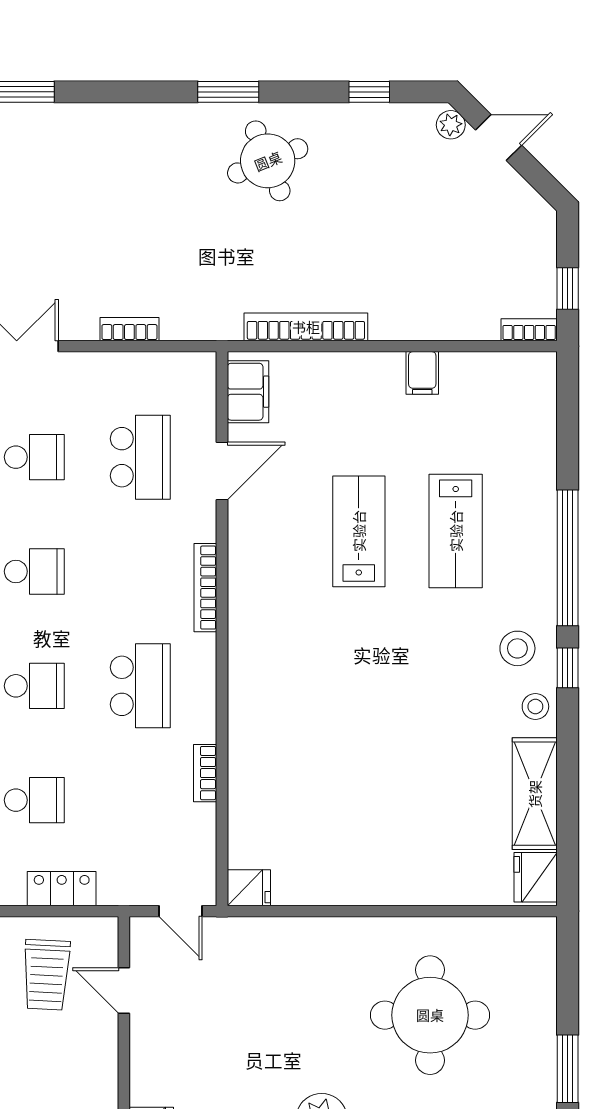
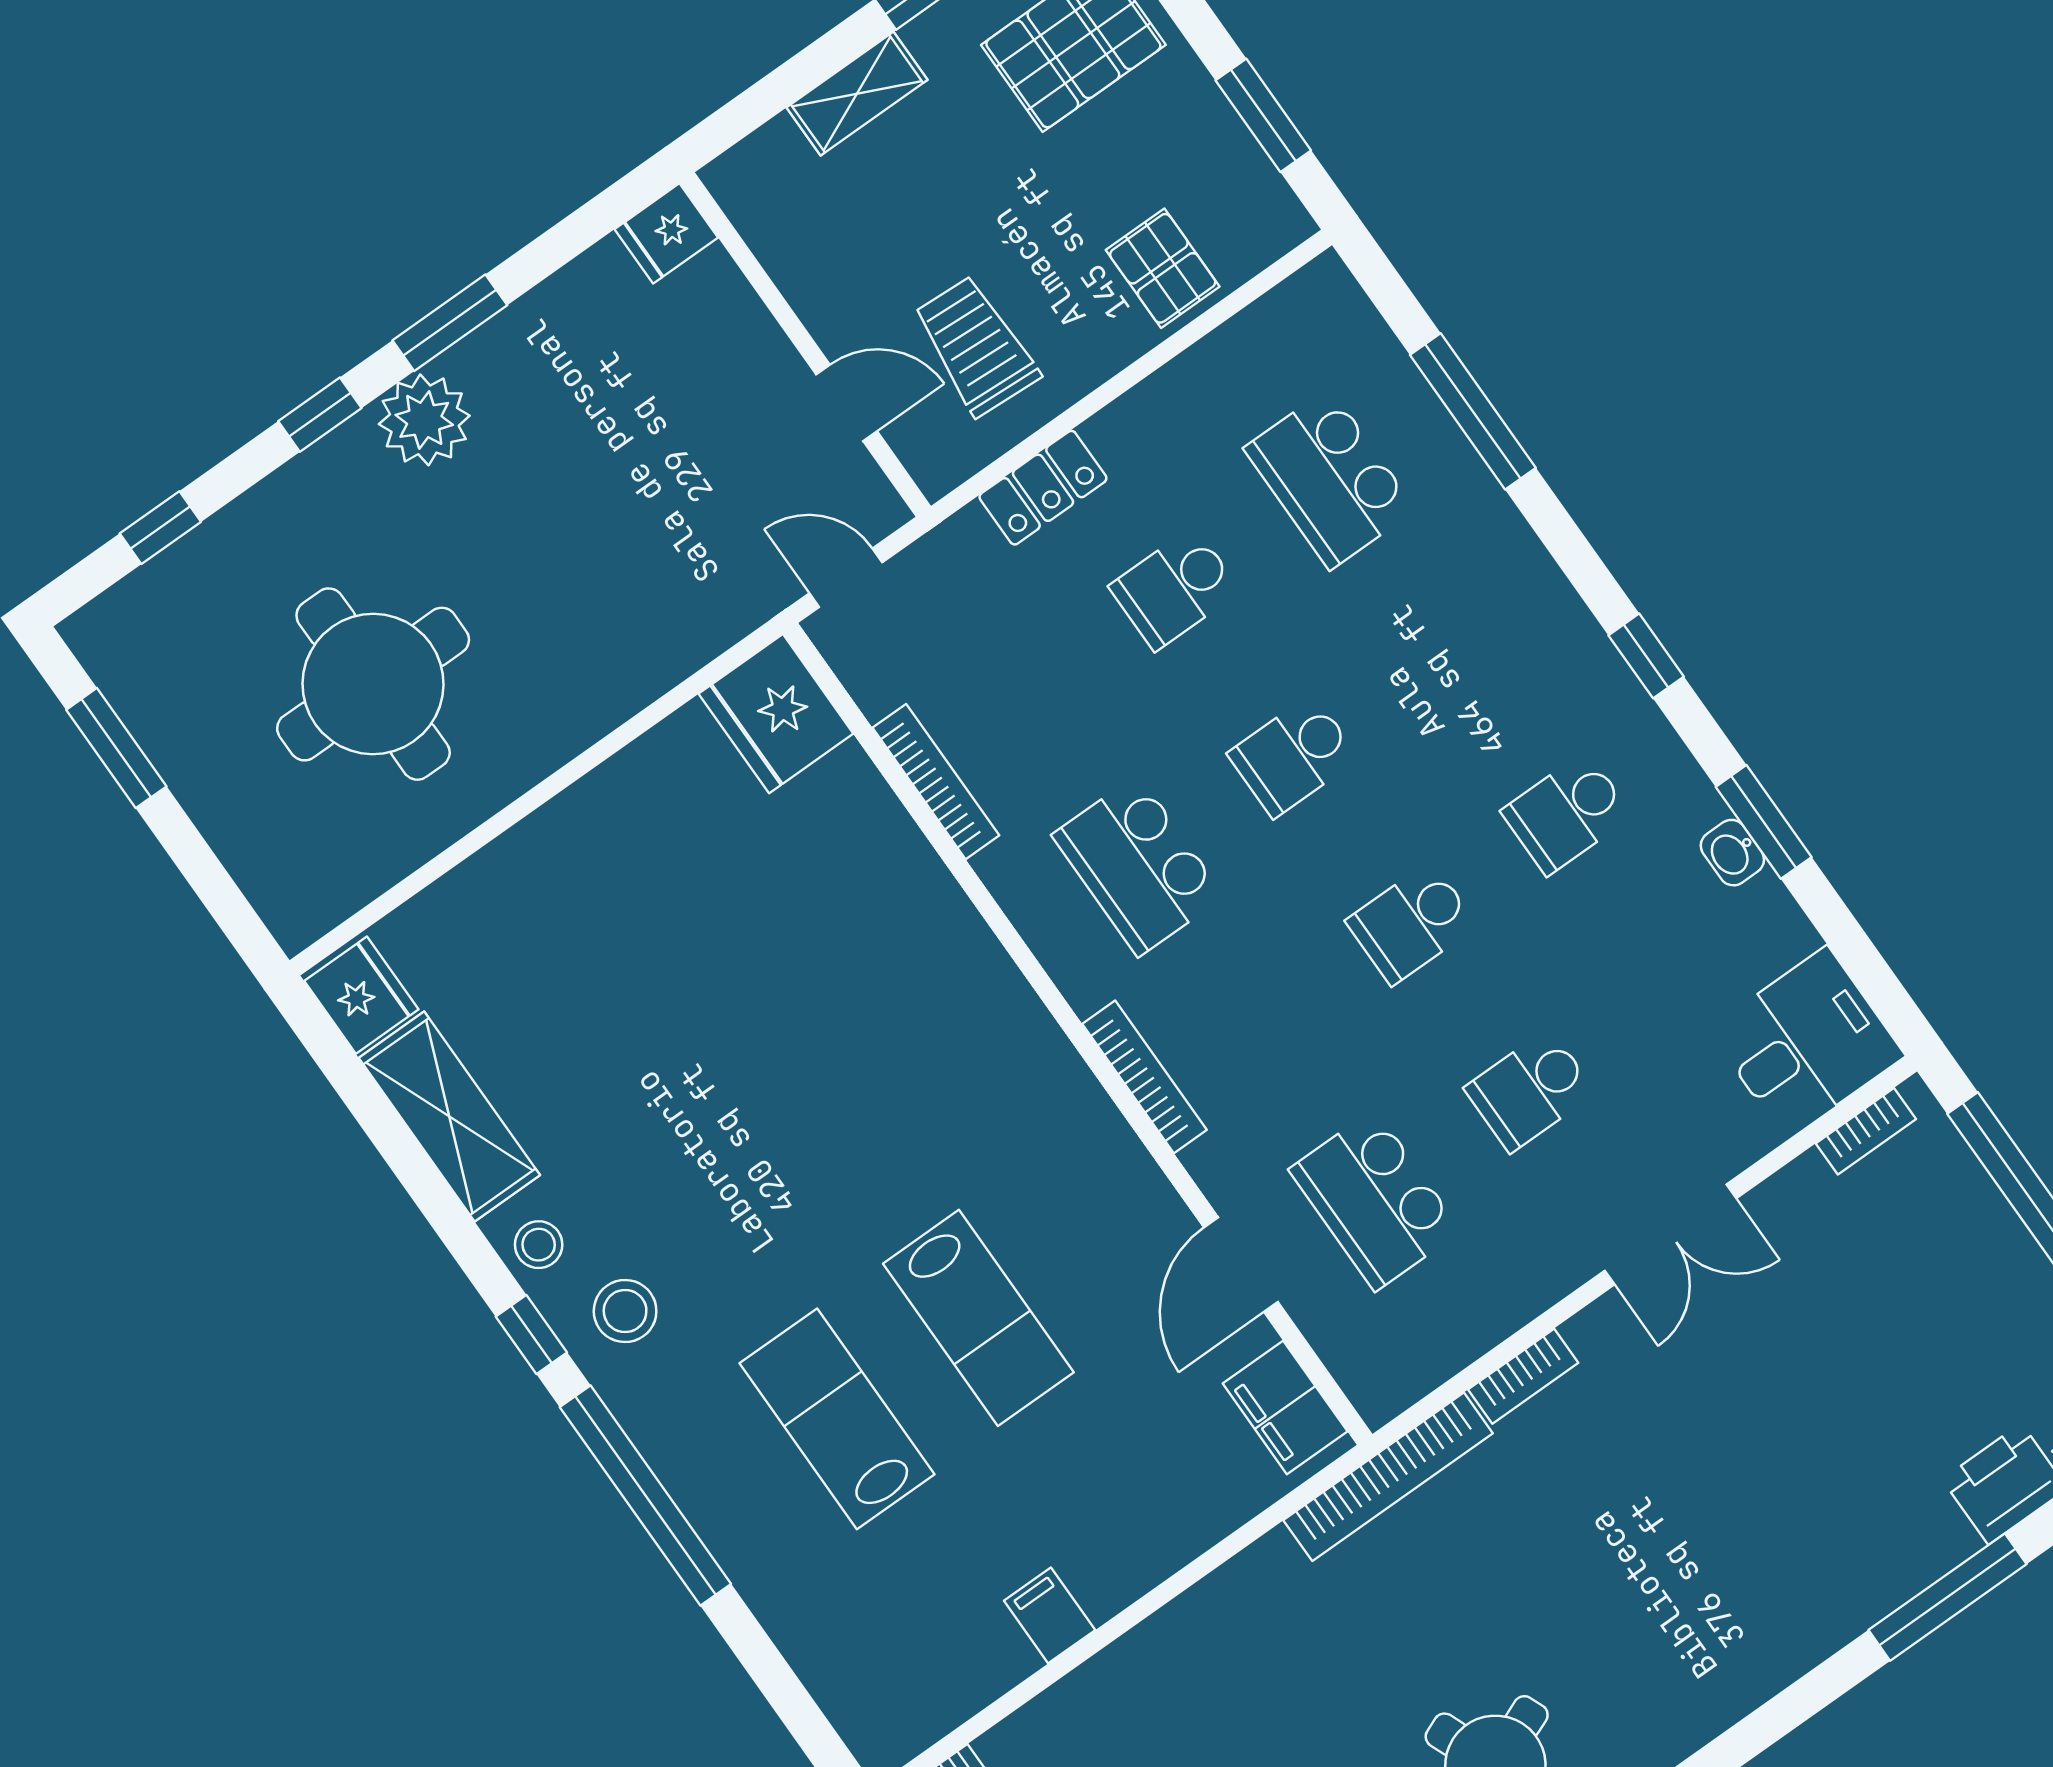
bookcase: (306, 327) -> (1388, 1477), moved
bookcase: (205, 773) -> (936, 782), width x1.56
fridge: (249, 888) -> (776, 714), width x1.88, depth x1.34

